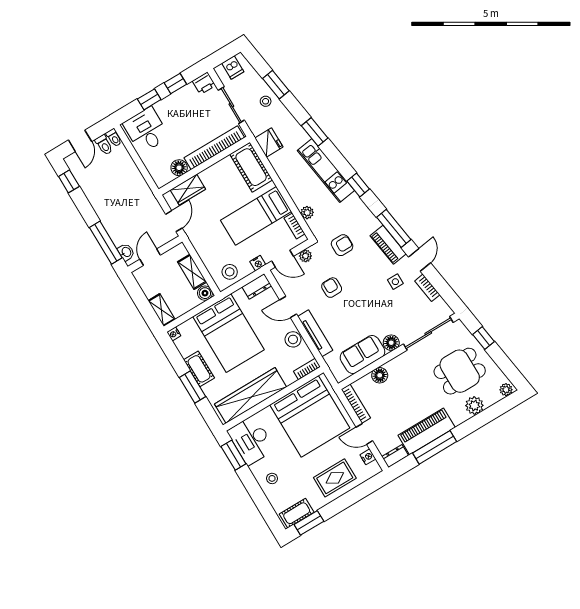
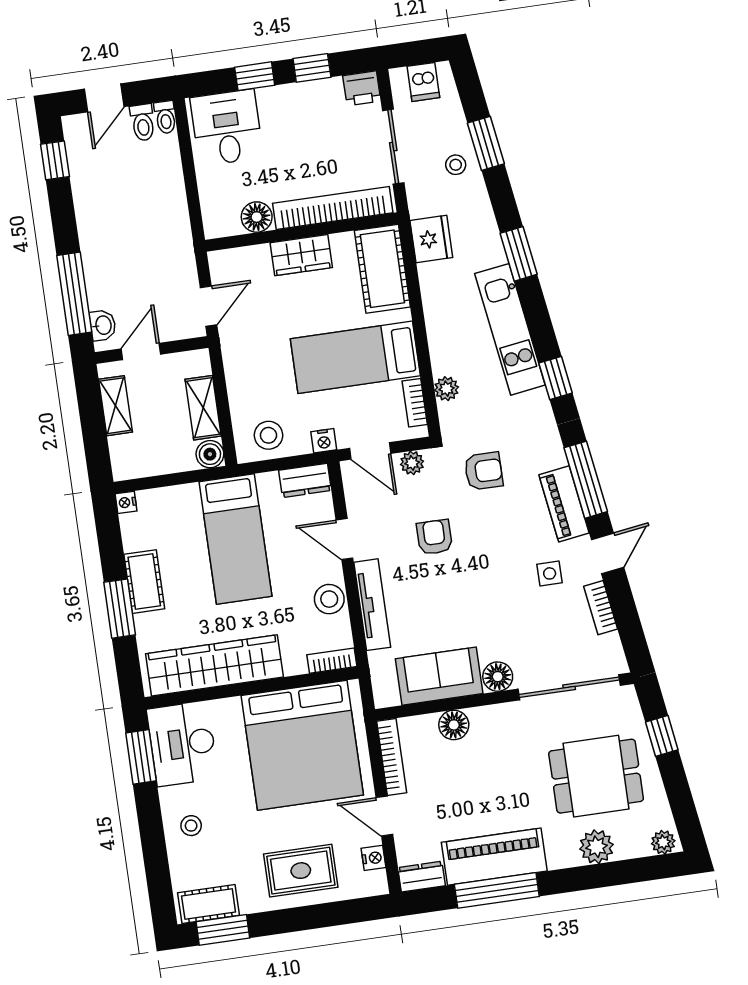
wardrobe: (188, 190) -> (301, 255), moved
shelving: (162, 310) -> (115, 406), moved
bed: (228, 333) -> (235, 539), width x0.67

